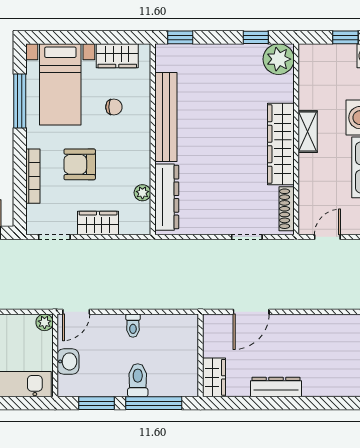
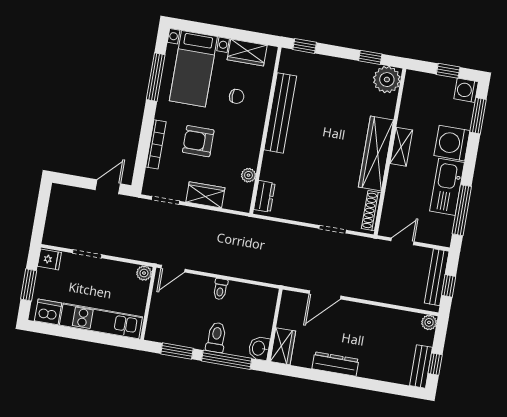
dresser: (167, 197) -> (264, 196), width x0.51, depth x0.80
washbasin: (68, 361) -> (259, 348), moved, turned 180

